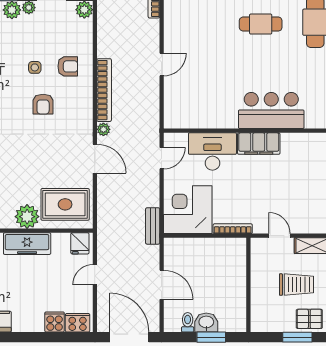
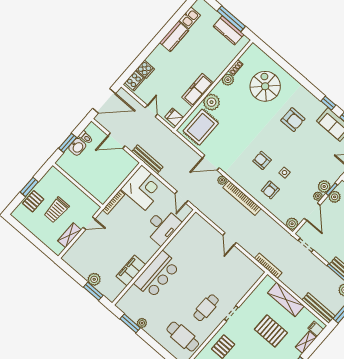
filing cabinet: (259, 144) -> (131, 270), moved
bench: (153, 226) -> (147, 159), width x1.36

